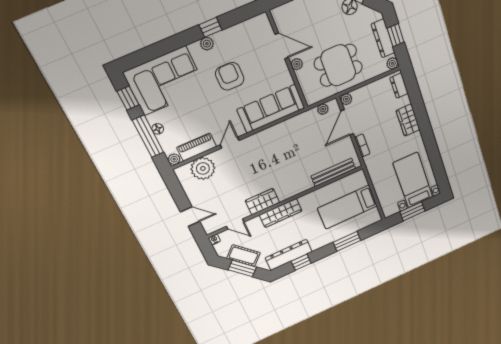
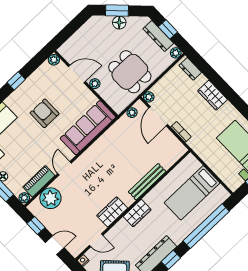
plant: (207, 44) -> (54, 60), moved
dining table: (338, 65) -> (130, 72), turned 90
bench: (333, 172) -> (147, 182), moved
window: (177, 191) -> (36, 225), added
wardrobe: (281, 213) -> (137, 213), width x0.67
window: (347, 241) -> (206, 226), width x2.11

